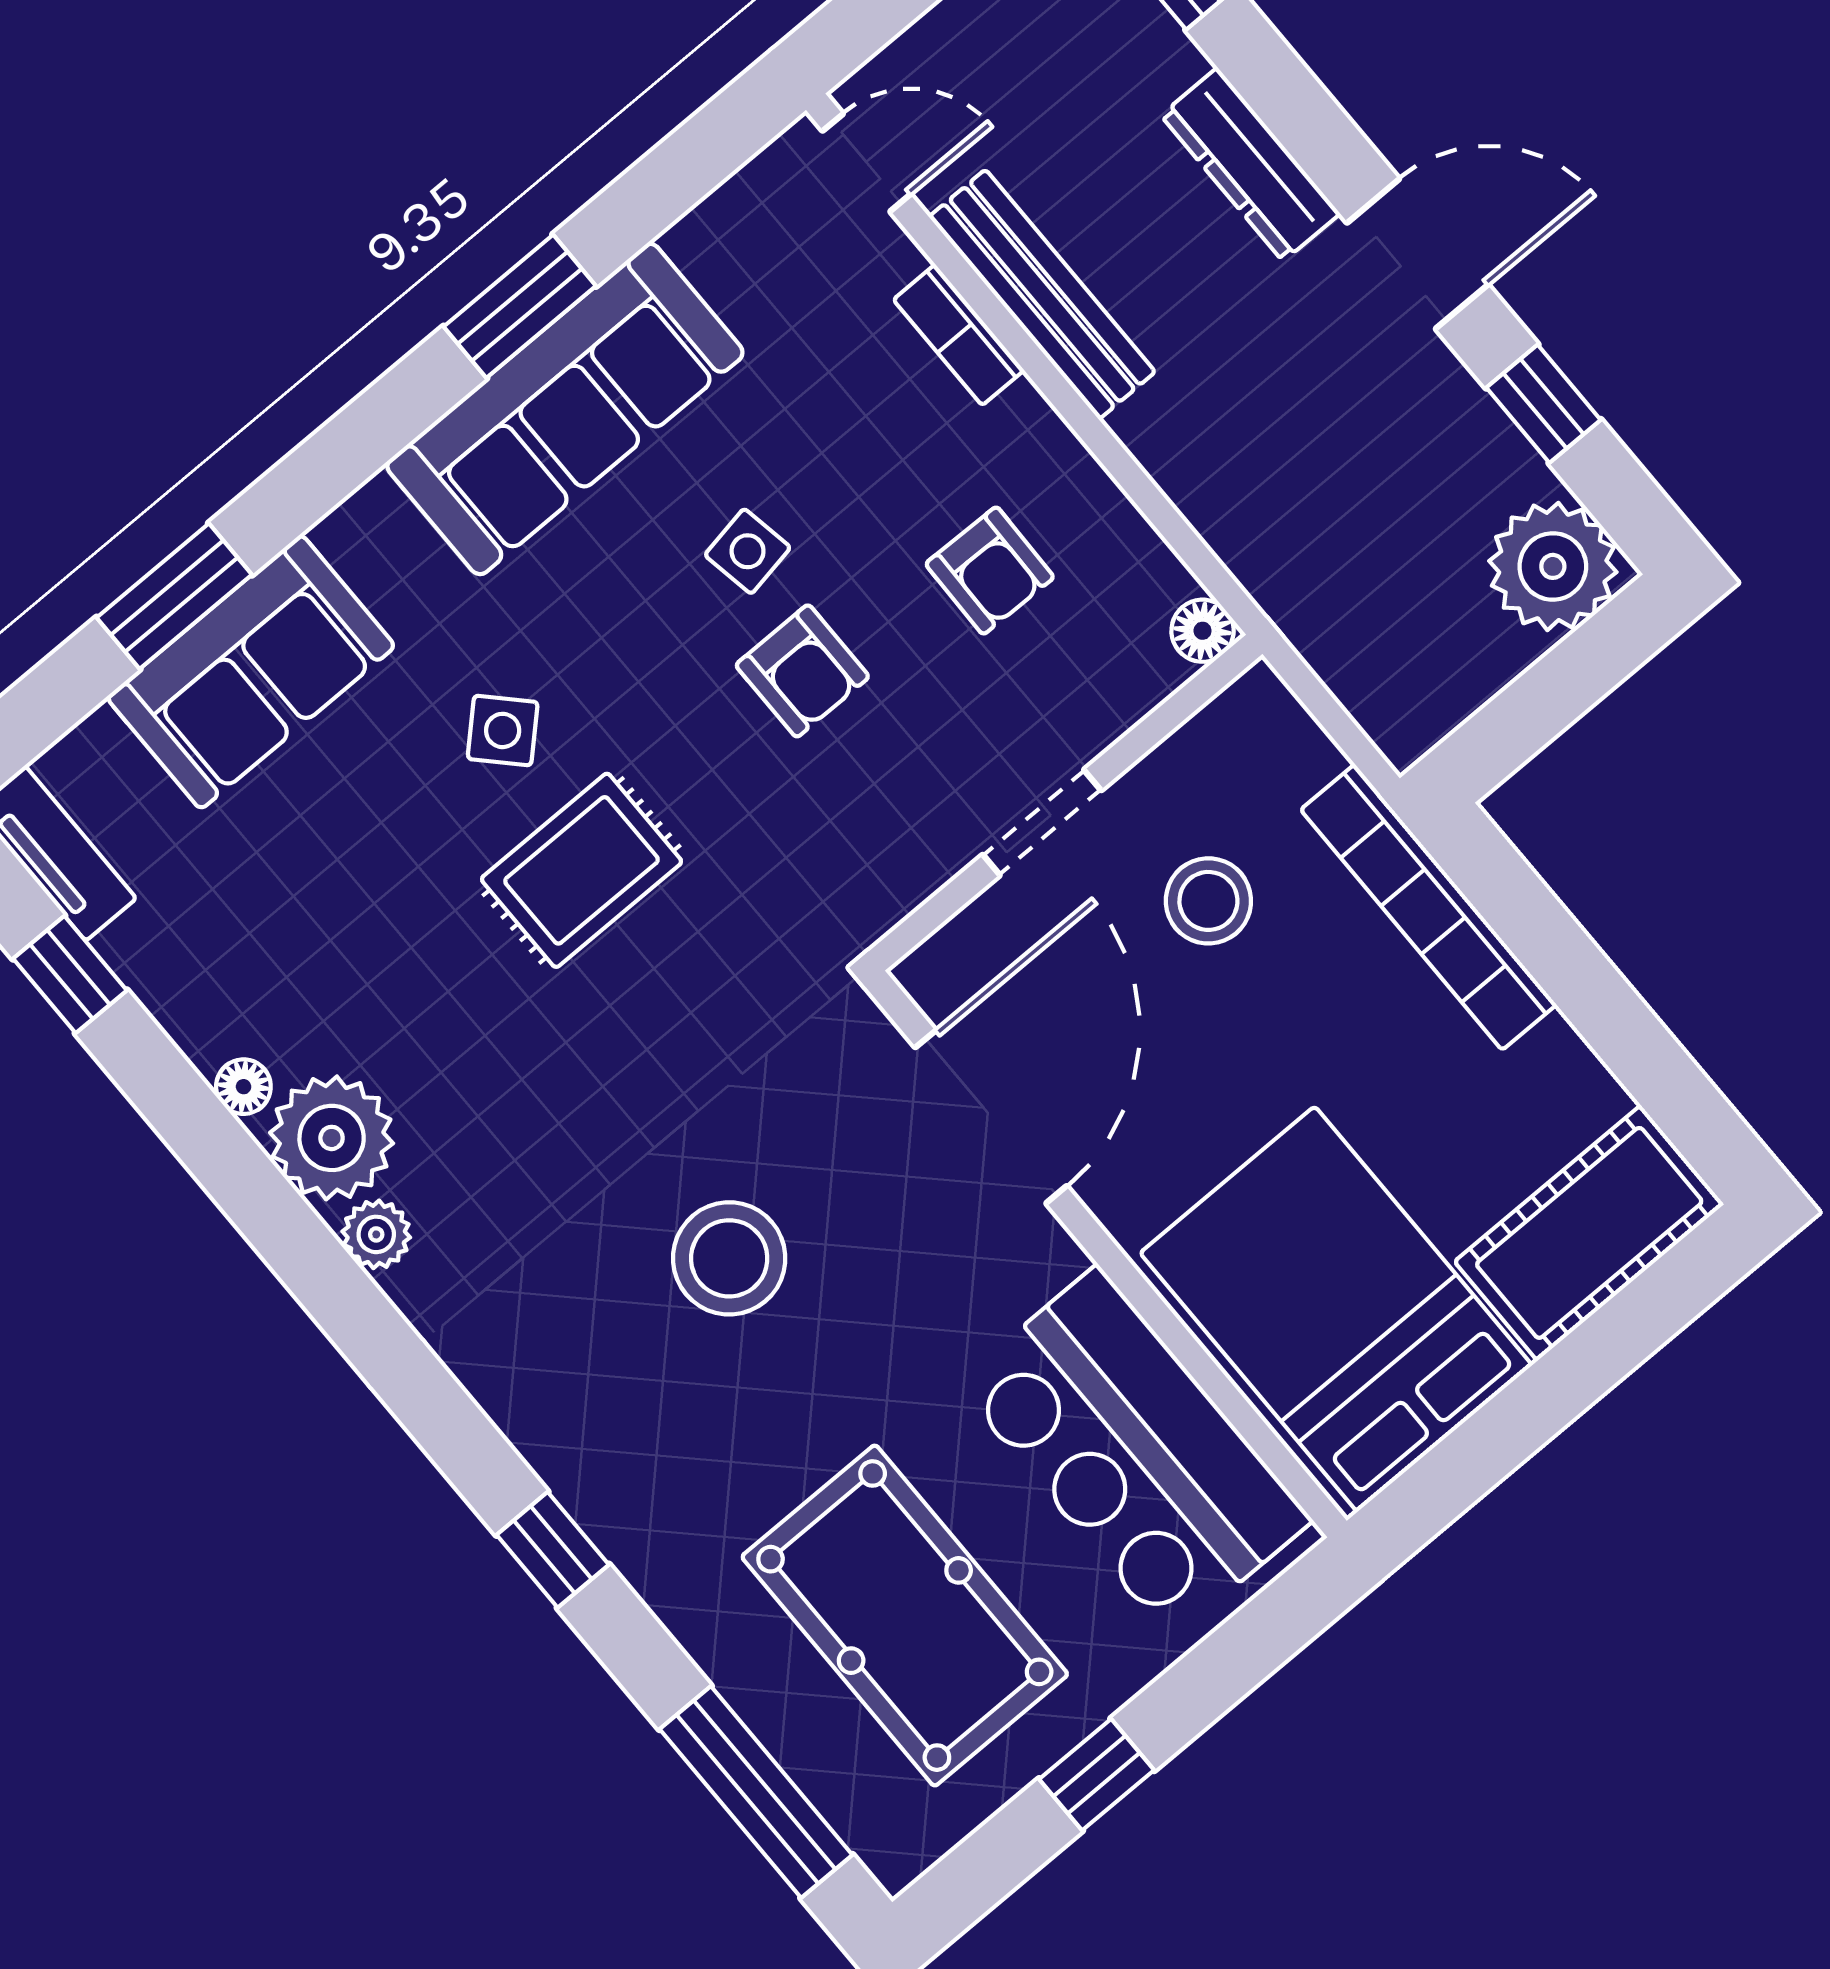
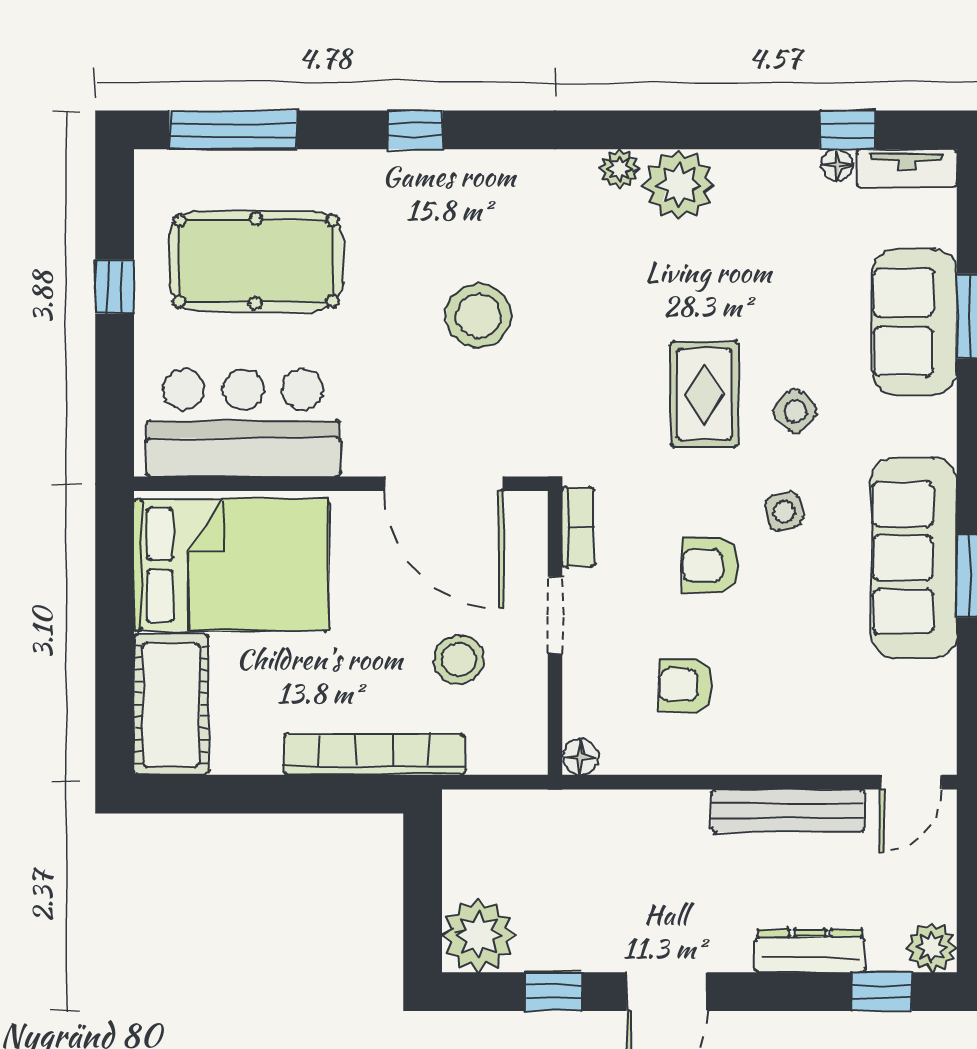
dresser: (1250, 164) -> (810, 951), moved
bookcase: (959, 335) -> (578, 527), moved, turned 90
side table: (748, 551) -> (784, 511), moved
floor lamp: (243, 1087) -> (837, 165), moved

